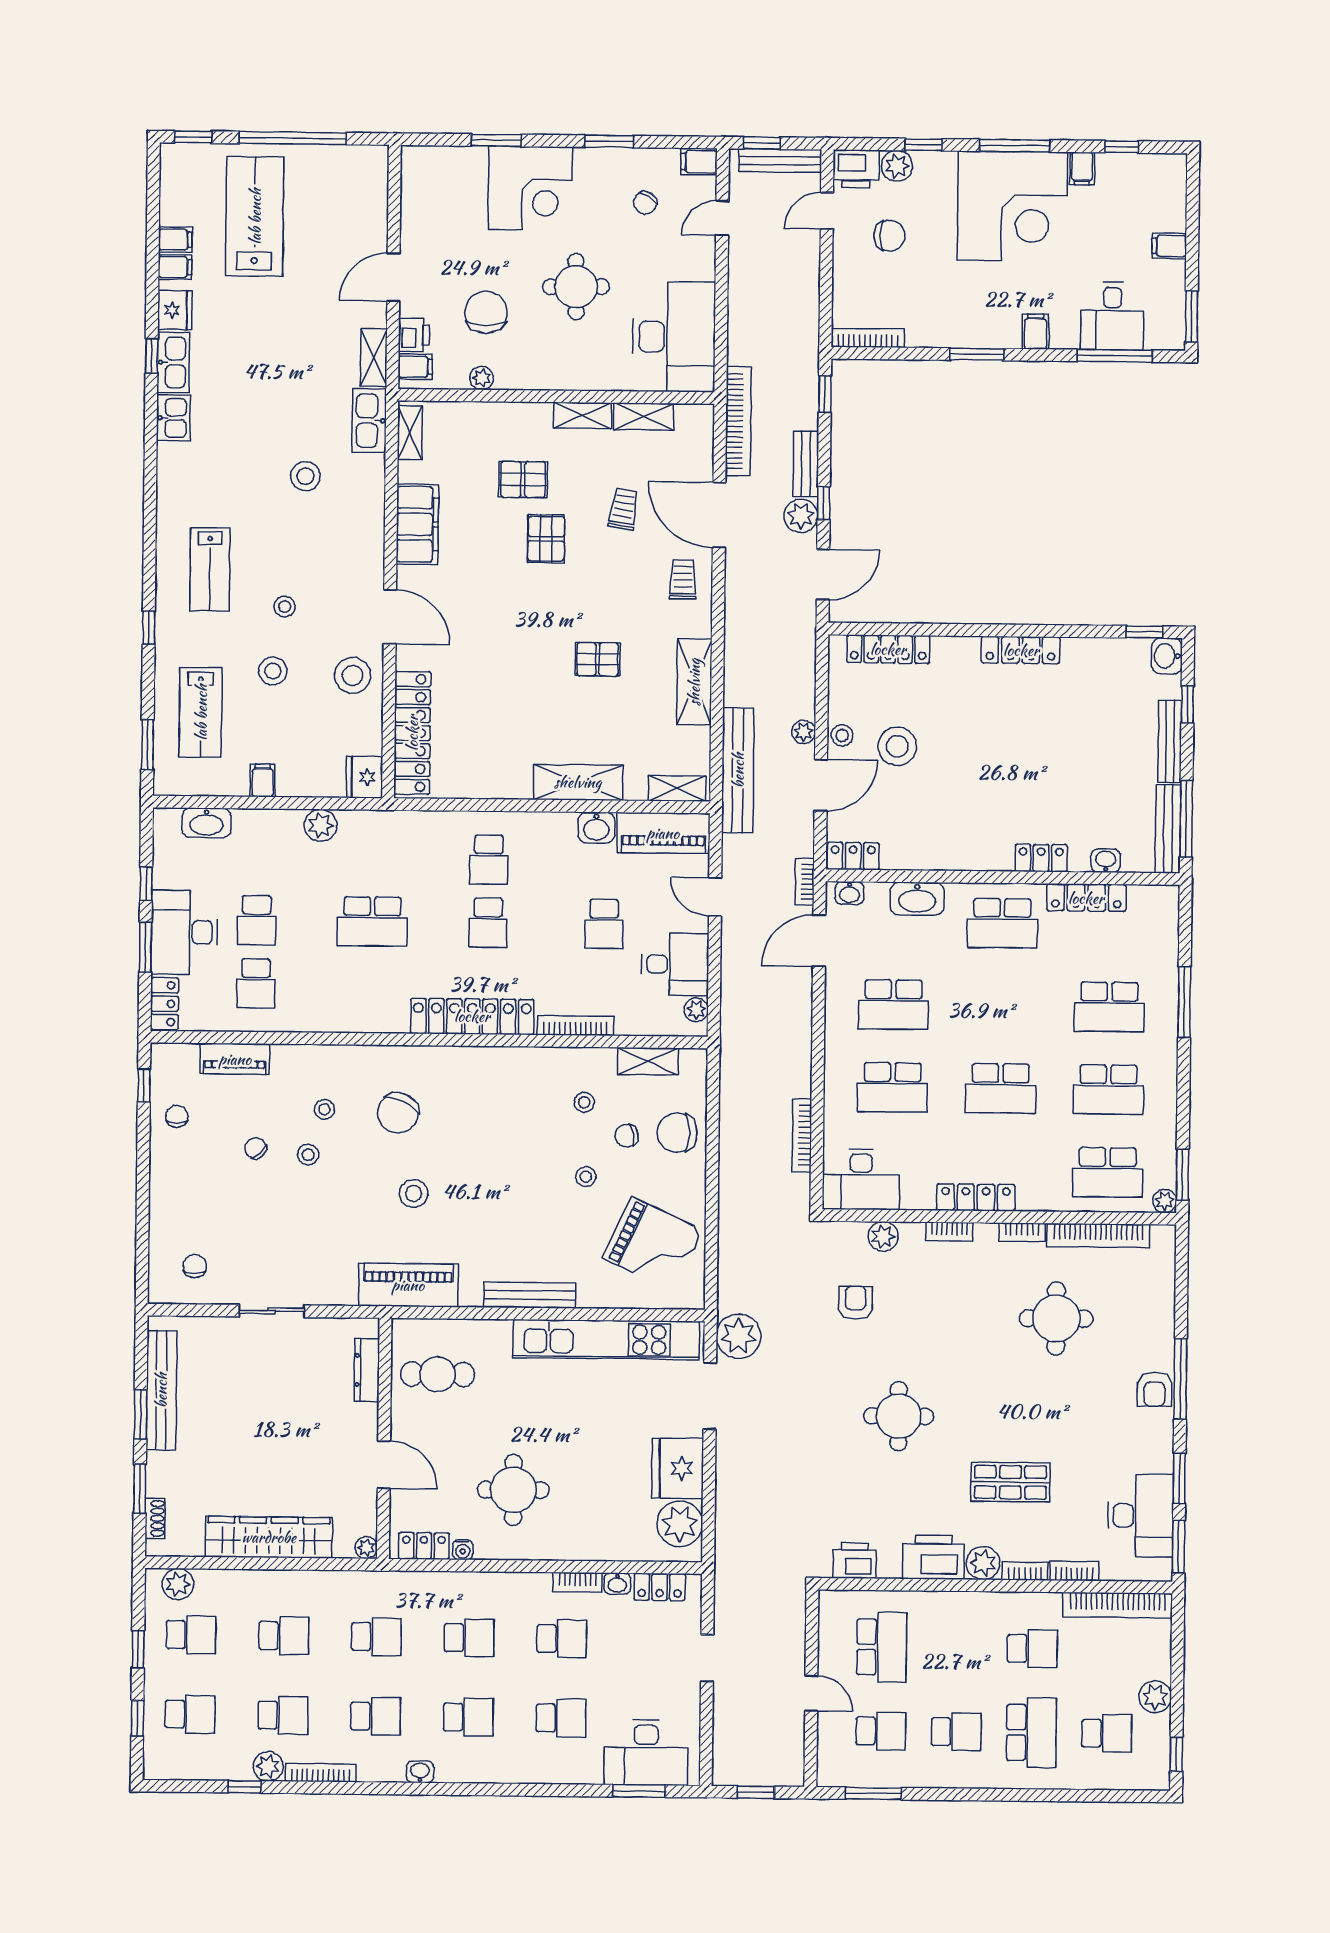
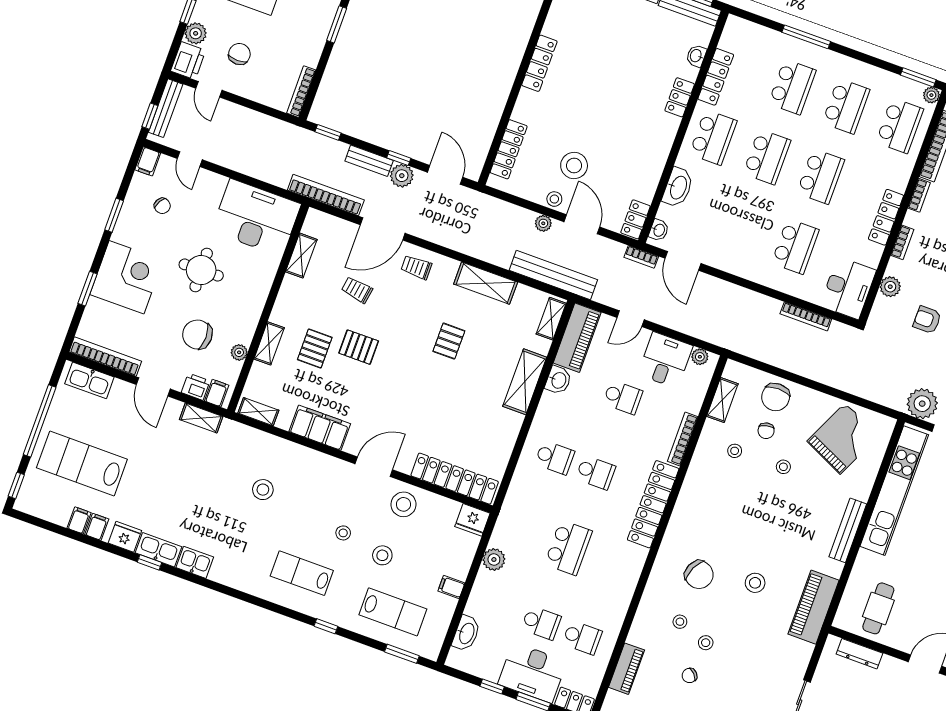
bookcase: (412, 197) -> (105, 357), added
shelving: (583, 415) -> (269, 343), moved
kitchen sink: (369, 421) -> (89, 380), moved
lab bench: (210, 569) -> (302, 573), turned 180
school desk: (893, 1005) -> (767, 157), moved

